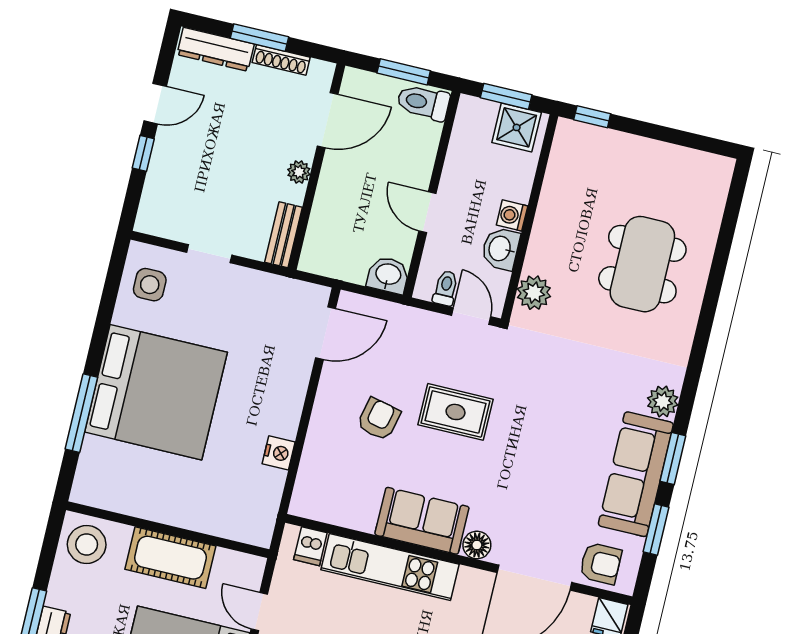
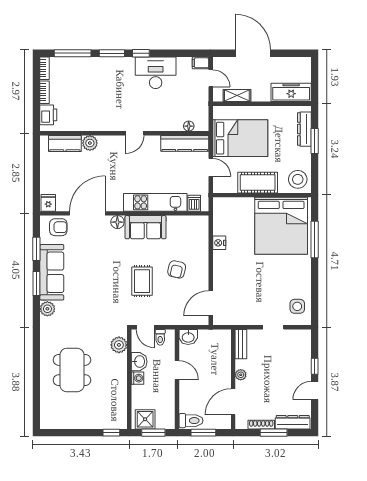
bed: (156, 392) -> (281, 226), moved, turned -90
rug: (456, 412) -> (142, 281), turned 90
armchair: (601, 563) -> (58, 227), turned 180

